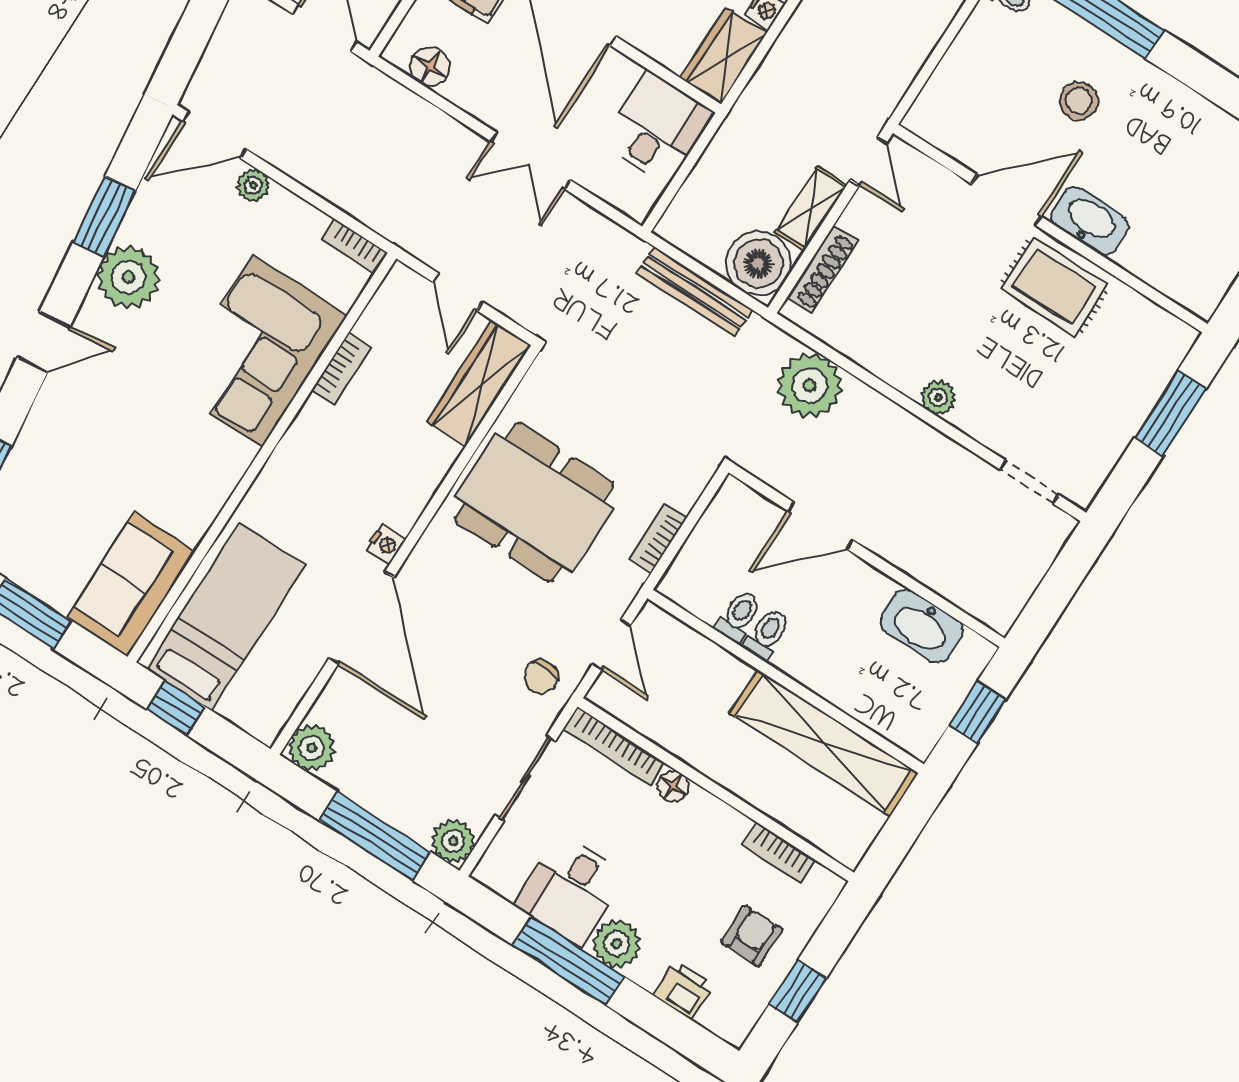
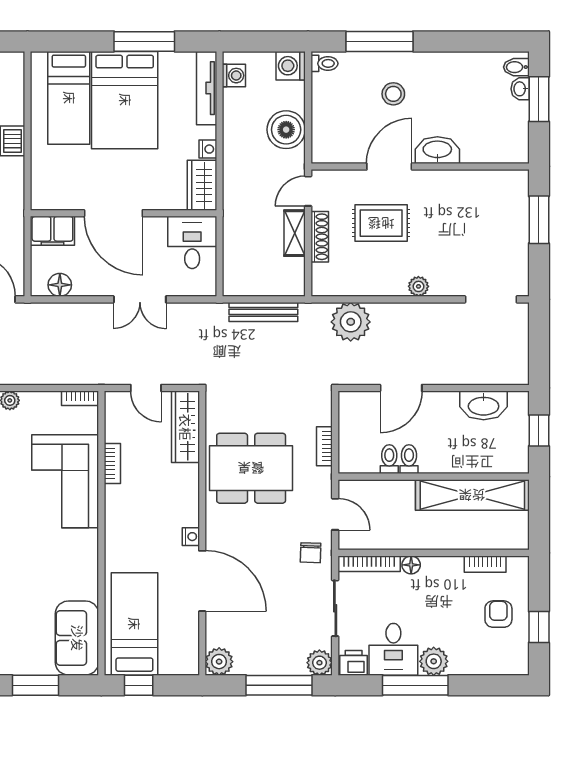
door: (869, 161) -> (308, 191), swing flipped
boiler: (758, 263) -> (286, 130), moved
shoe rack: (822, 269) -> (320, 237), moved
rug: (1054, 287) -> (381, 223), moved
doorway: (1029, 482) -> (491, 299), width x1.38
printer: (683, 990) -> (354, 663), moved

